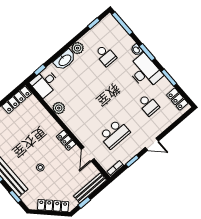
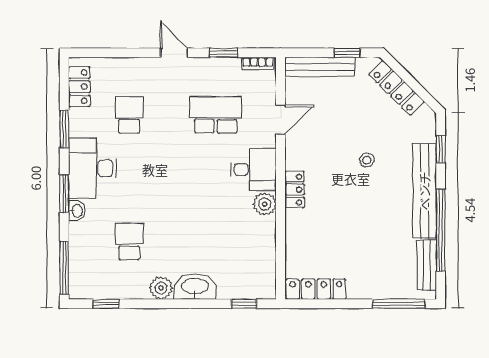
desk: (45, 83) -> (253, 170), moved
plant: (59, 108) -> (265, 204), moved
locker: (66, 140) -> (295, 190), moved

